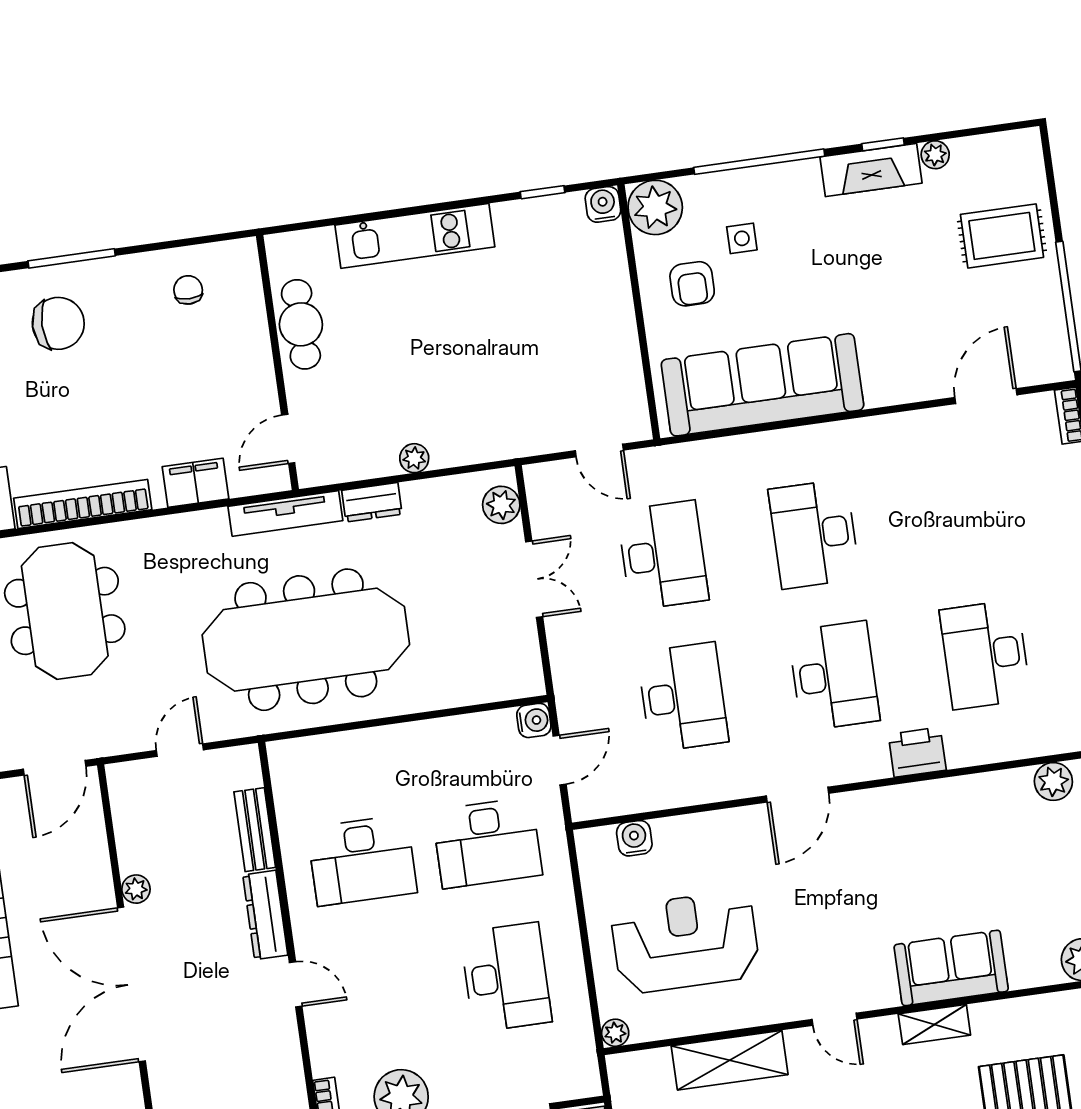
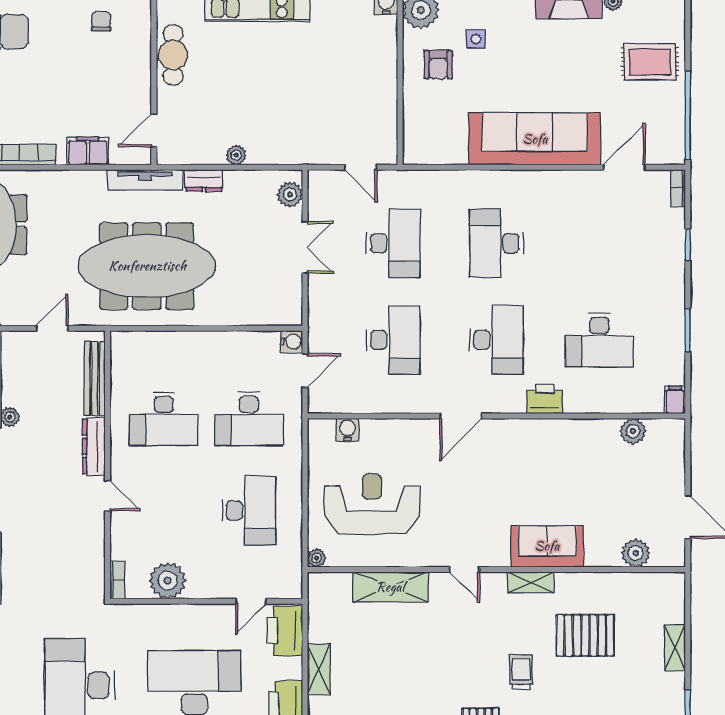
sofa: (762, 385) -> (535, 139), moved
desk: (985, 655) -> (599, 340), turned -90
bench: (255, 830) -> (95, 378), width x1.36

